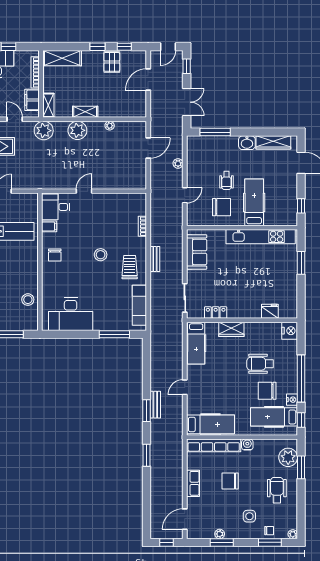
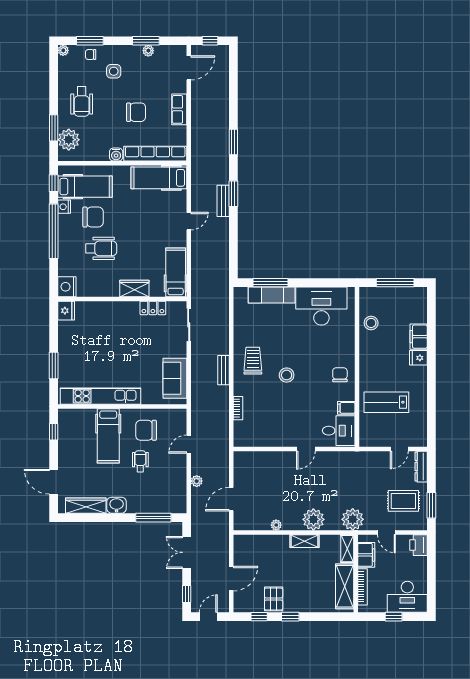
shelving: (62, 58) -> (345, 586), moved, turned 90
trolley: (130, 267) -> (253, 361), turned 180
exam couch: (139, 305) -> (272, 295), moved, turned 90
fridge: (270, 311) -> (66, 311), moved, turned -90

